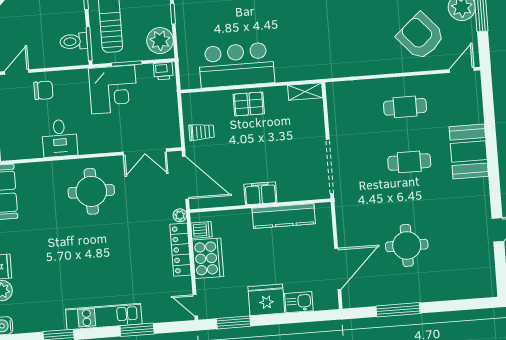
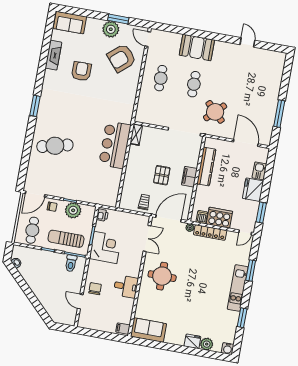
plant: (160, 41) -> (73, 210), moved
bar counter: (236, 65) -> (115, 145), moved
pallet: (249, 104) -> (162, 175), moved
round table: (407, 245) -> (215, 112), moved, turned 45

